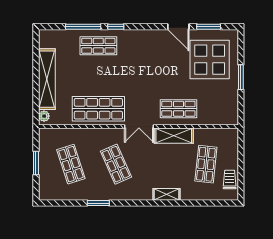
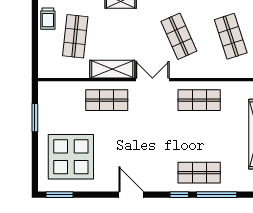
door: (178, 27) -> (131, 195), moved
window: (209, 27) -> (59, 195), moved
window: (241, 77) -> (35, 118), moved
shop shelf: (98, 109) -> (199, 100), width x0.70, depth x0.74

